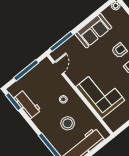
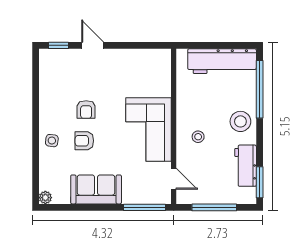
door: (58, 68) -> (174, 179), swing flipped
corner sofa: (100, 93) -> (149, 129), moved
stool: (68, 123) -> (240, 121), moved

